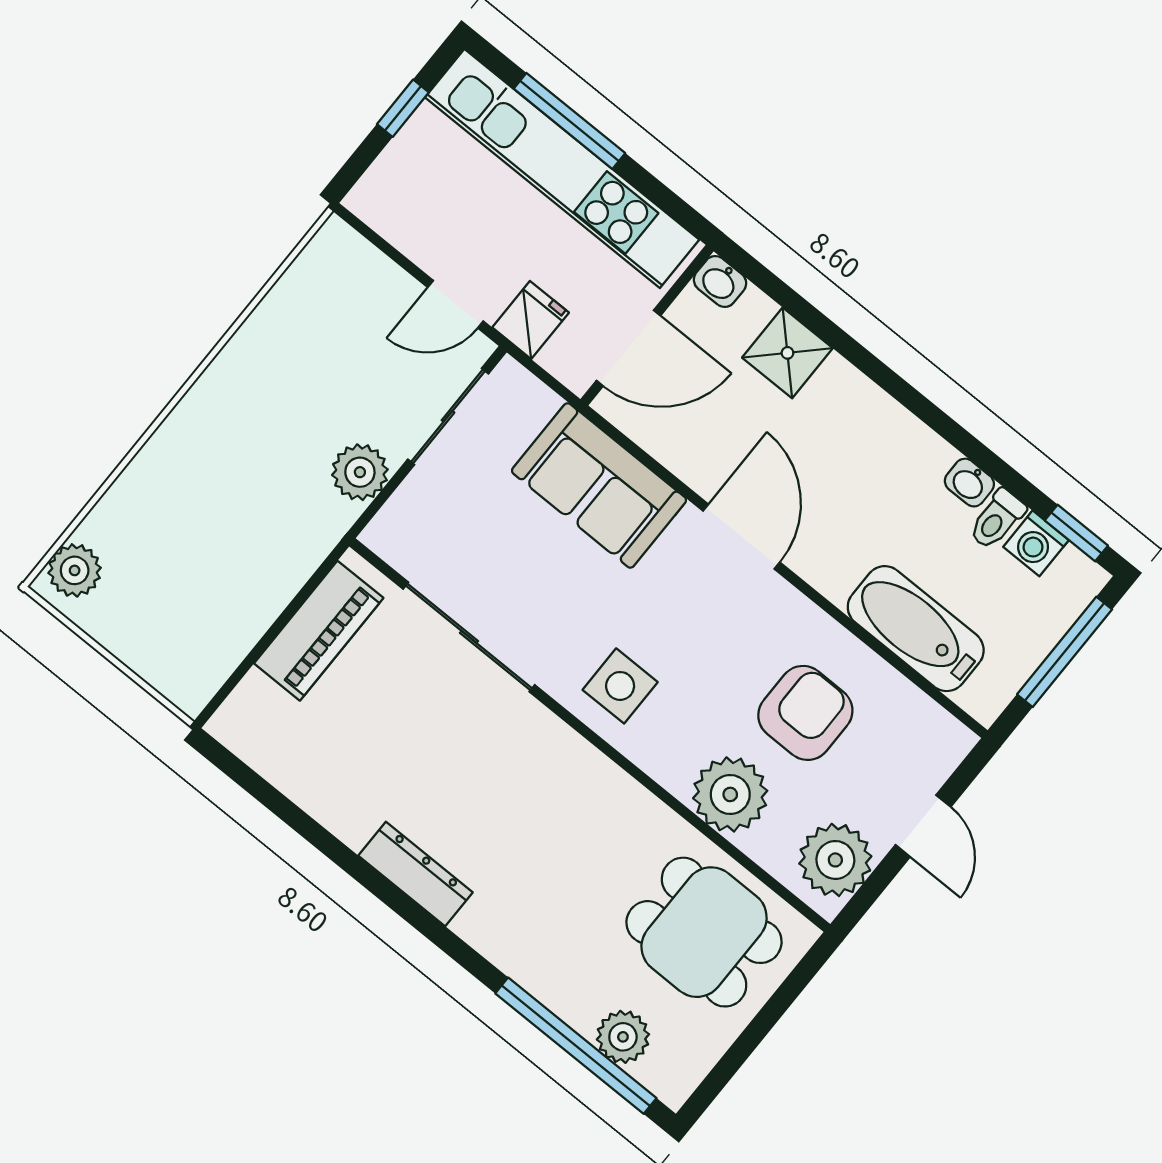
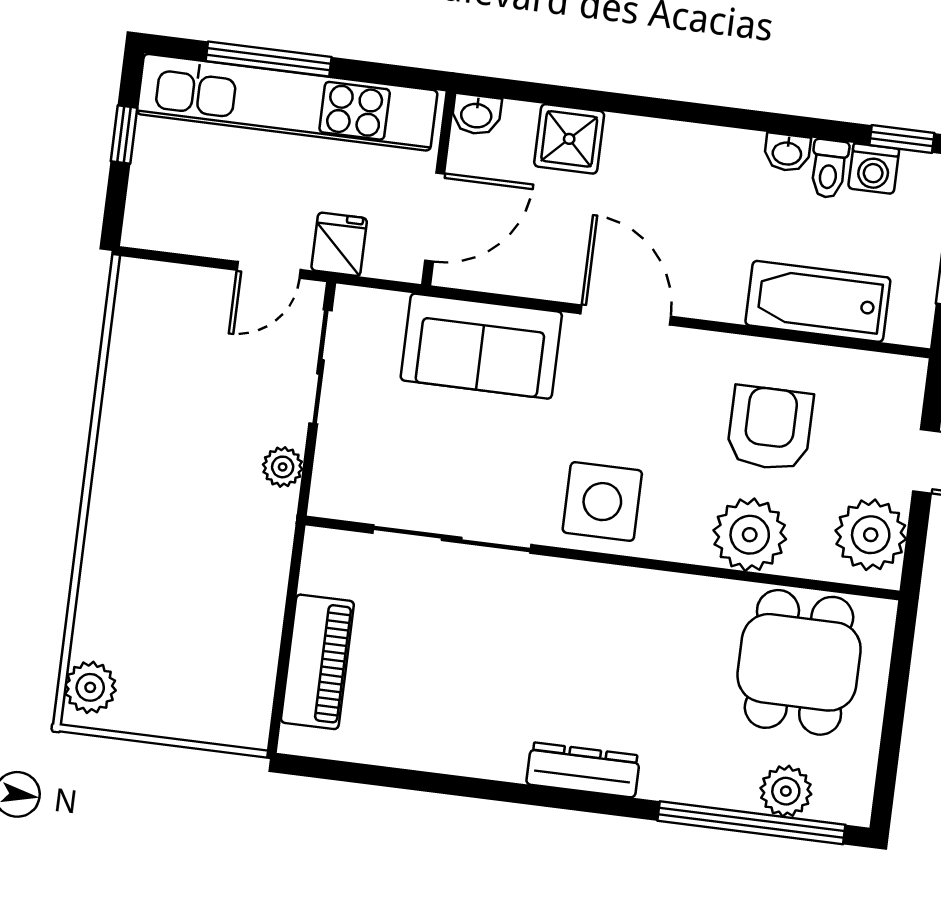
plant: (360, 472) -> (283, 467), width x0.73, depth x0.73
piano: (319, 631) -> (317, 662), moved
side table: (620, 686) -> (602, 502), width x1.37, depth x1.37
dresser: (415, 874) -> (583, 770), moved
dining table: (704, 932) -> (799, 662), turned 90

